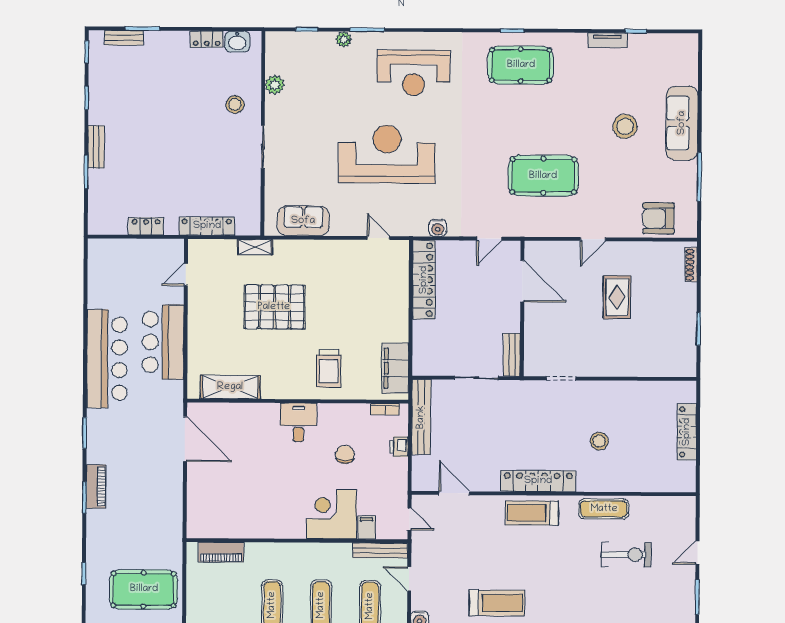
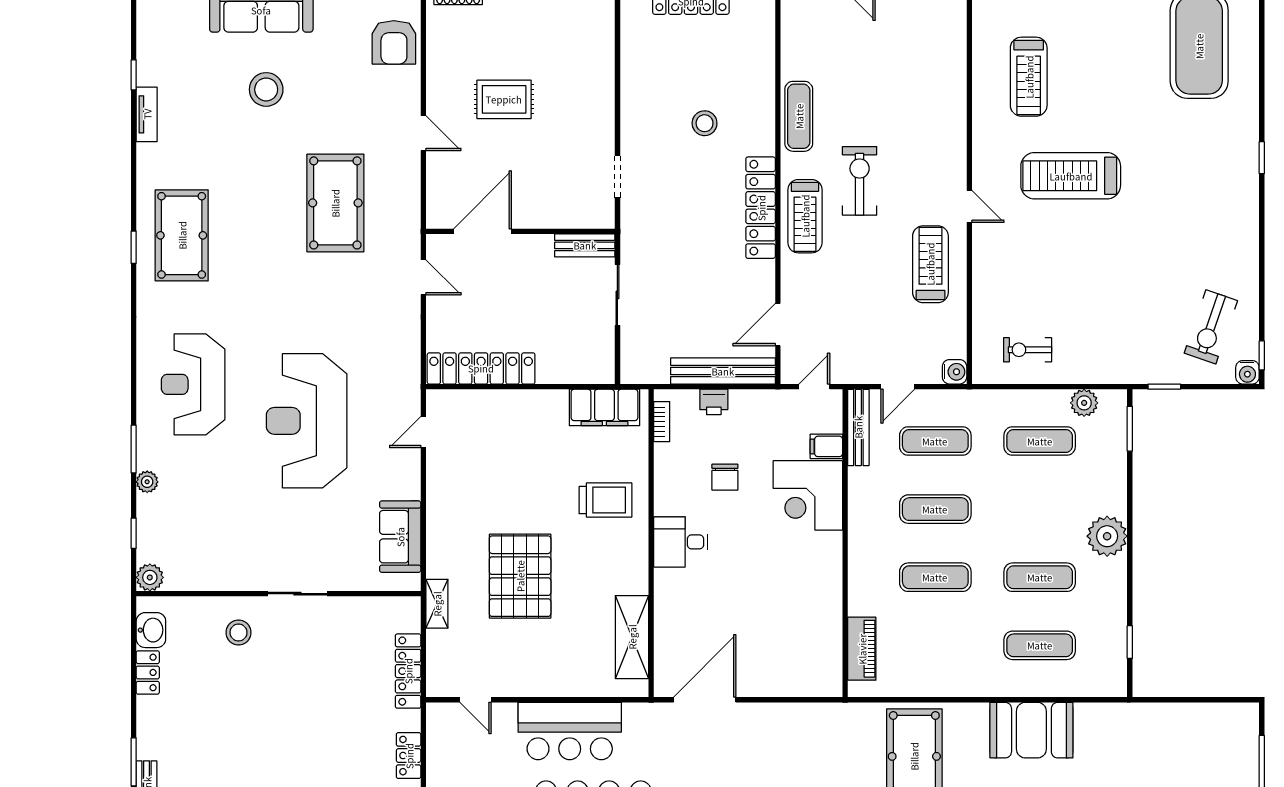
reception desk: (413, 73) -> (193, 384), turned 180
plant: (275, 85) -> (150, 577), moved
water cooler: (438, 228) -> (409, 350), removed
bench: (421, 417) -> (723, 371), moved
chair: (345, 454) -> (725, 477), turned -90
exercise bike: (626, 555) -> (860, 181), moved

